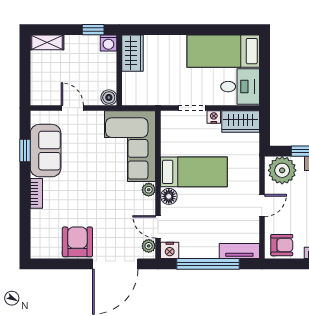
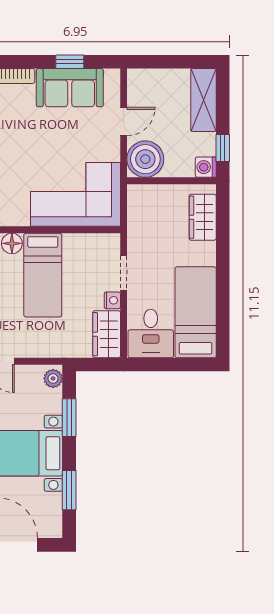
shelving: (47, 42) -> (203, 100), width x1.50, depth x1.33
wardrobe: (133, 53) -> (203, 217), moved, turned 90
boiler: (109, 98) -> (145, 159), width x1.86, depth x1.86
plant: (282, 170) -> (53, 378), width x0.53, depth x0.53
plant: (149, 190) -> (20, 218), removed

